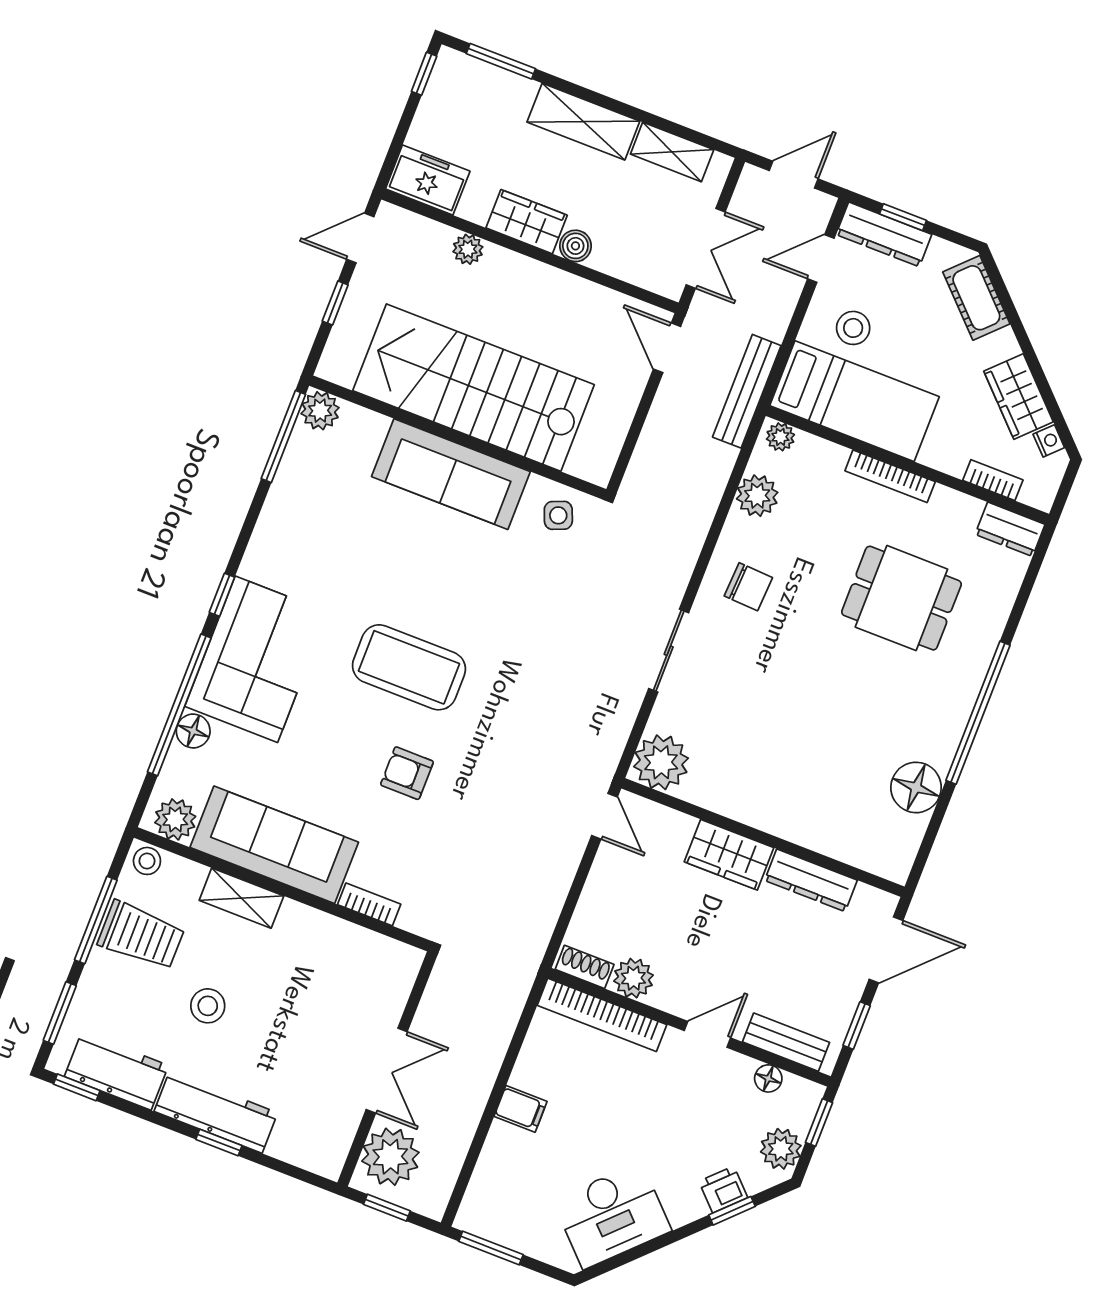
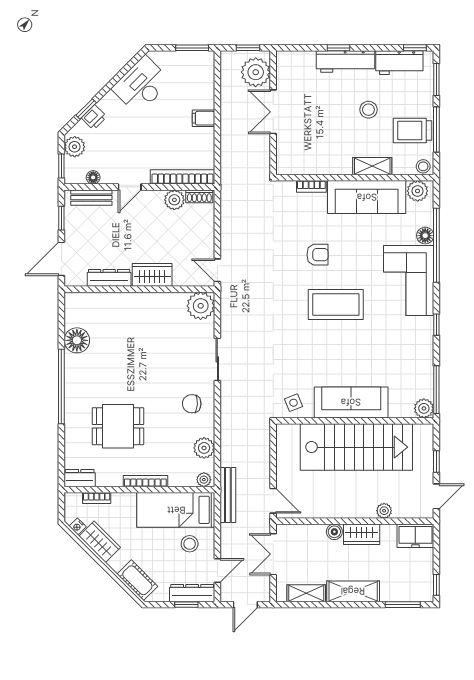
window: (222, 595) -> (436, 325), moved

